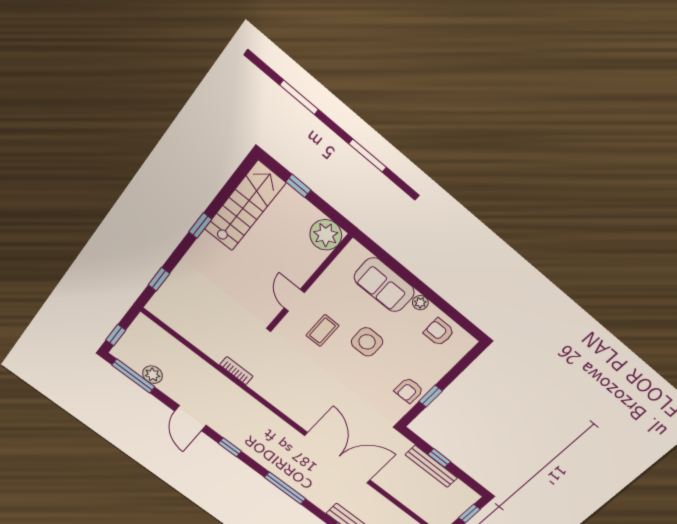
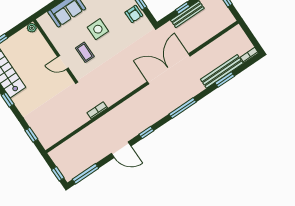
plant: (326, 235) -> (32, 28), width x0.53, depth x0.53
plant: (153, 375) -> (88, 162), removed

